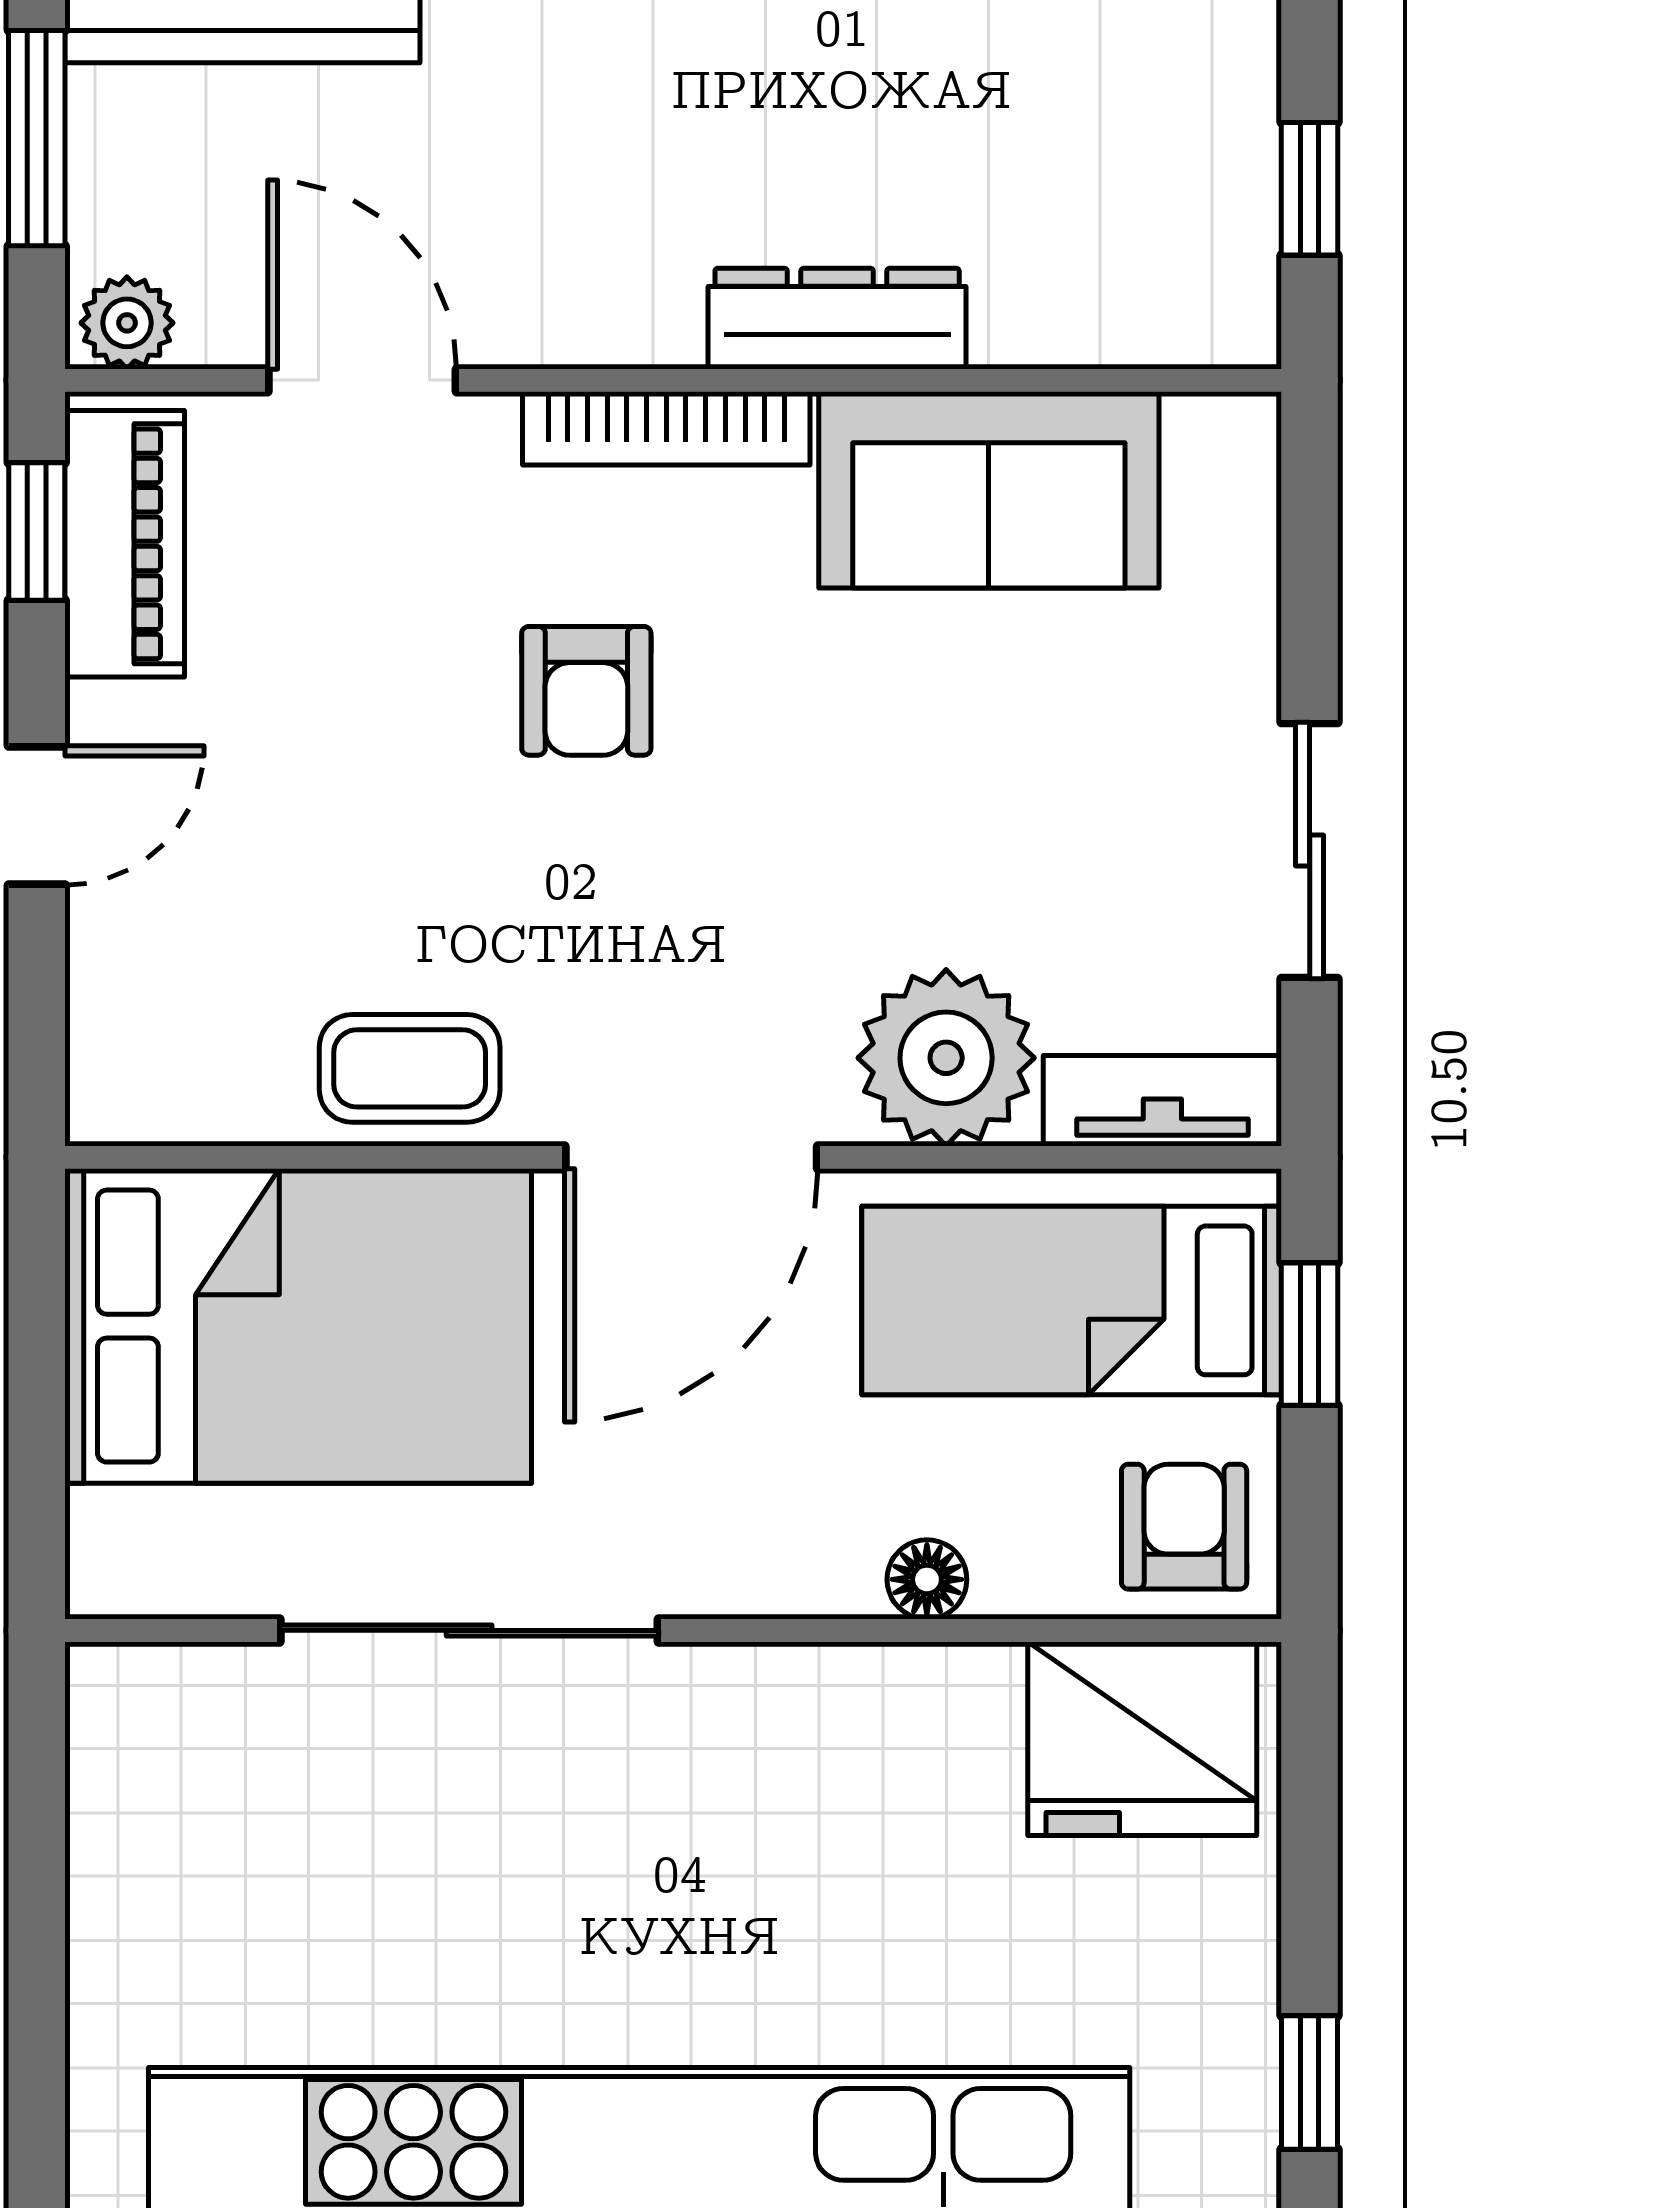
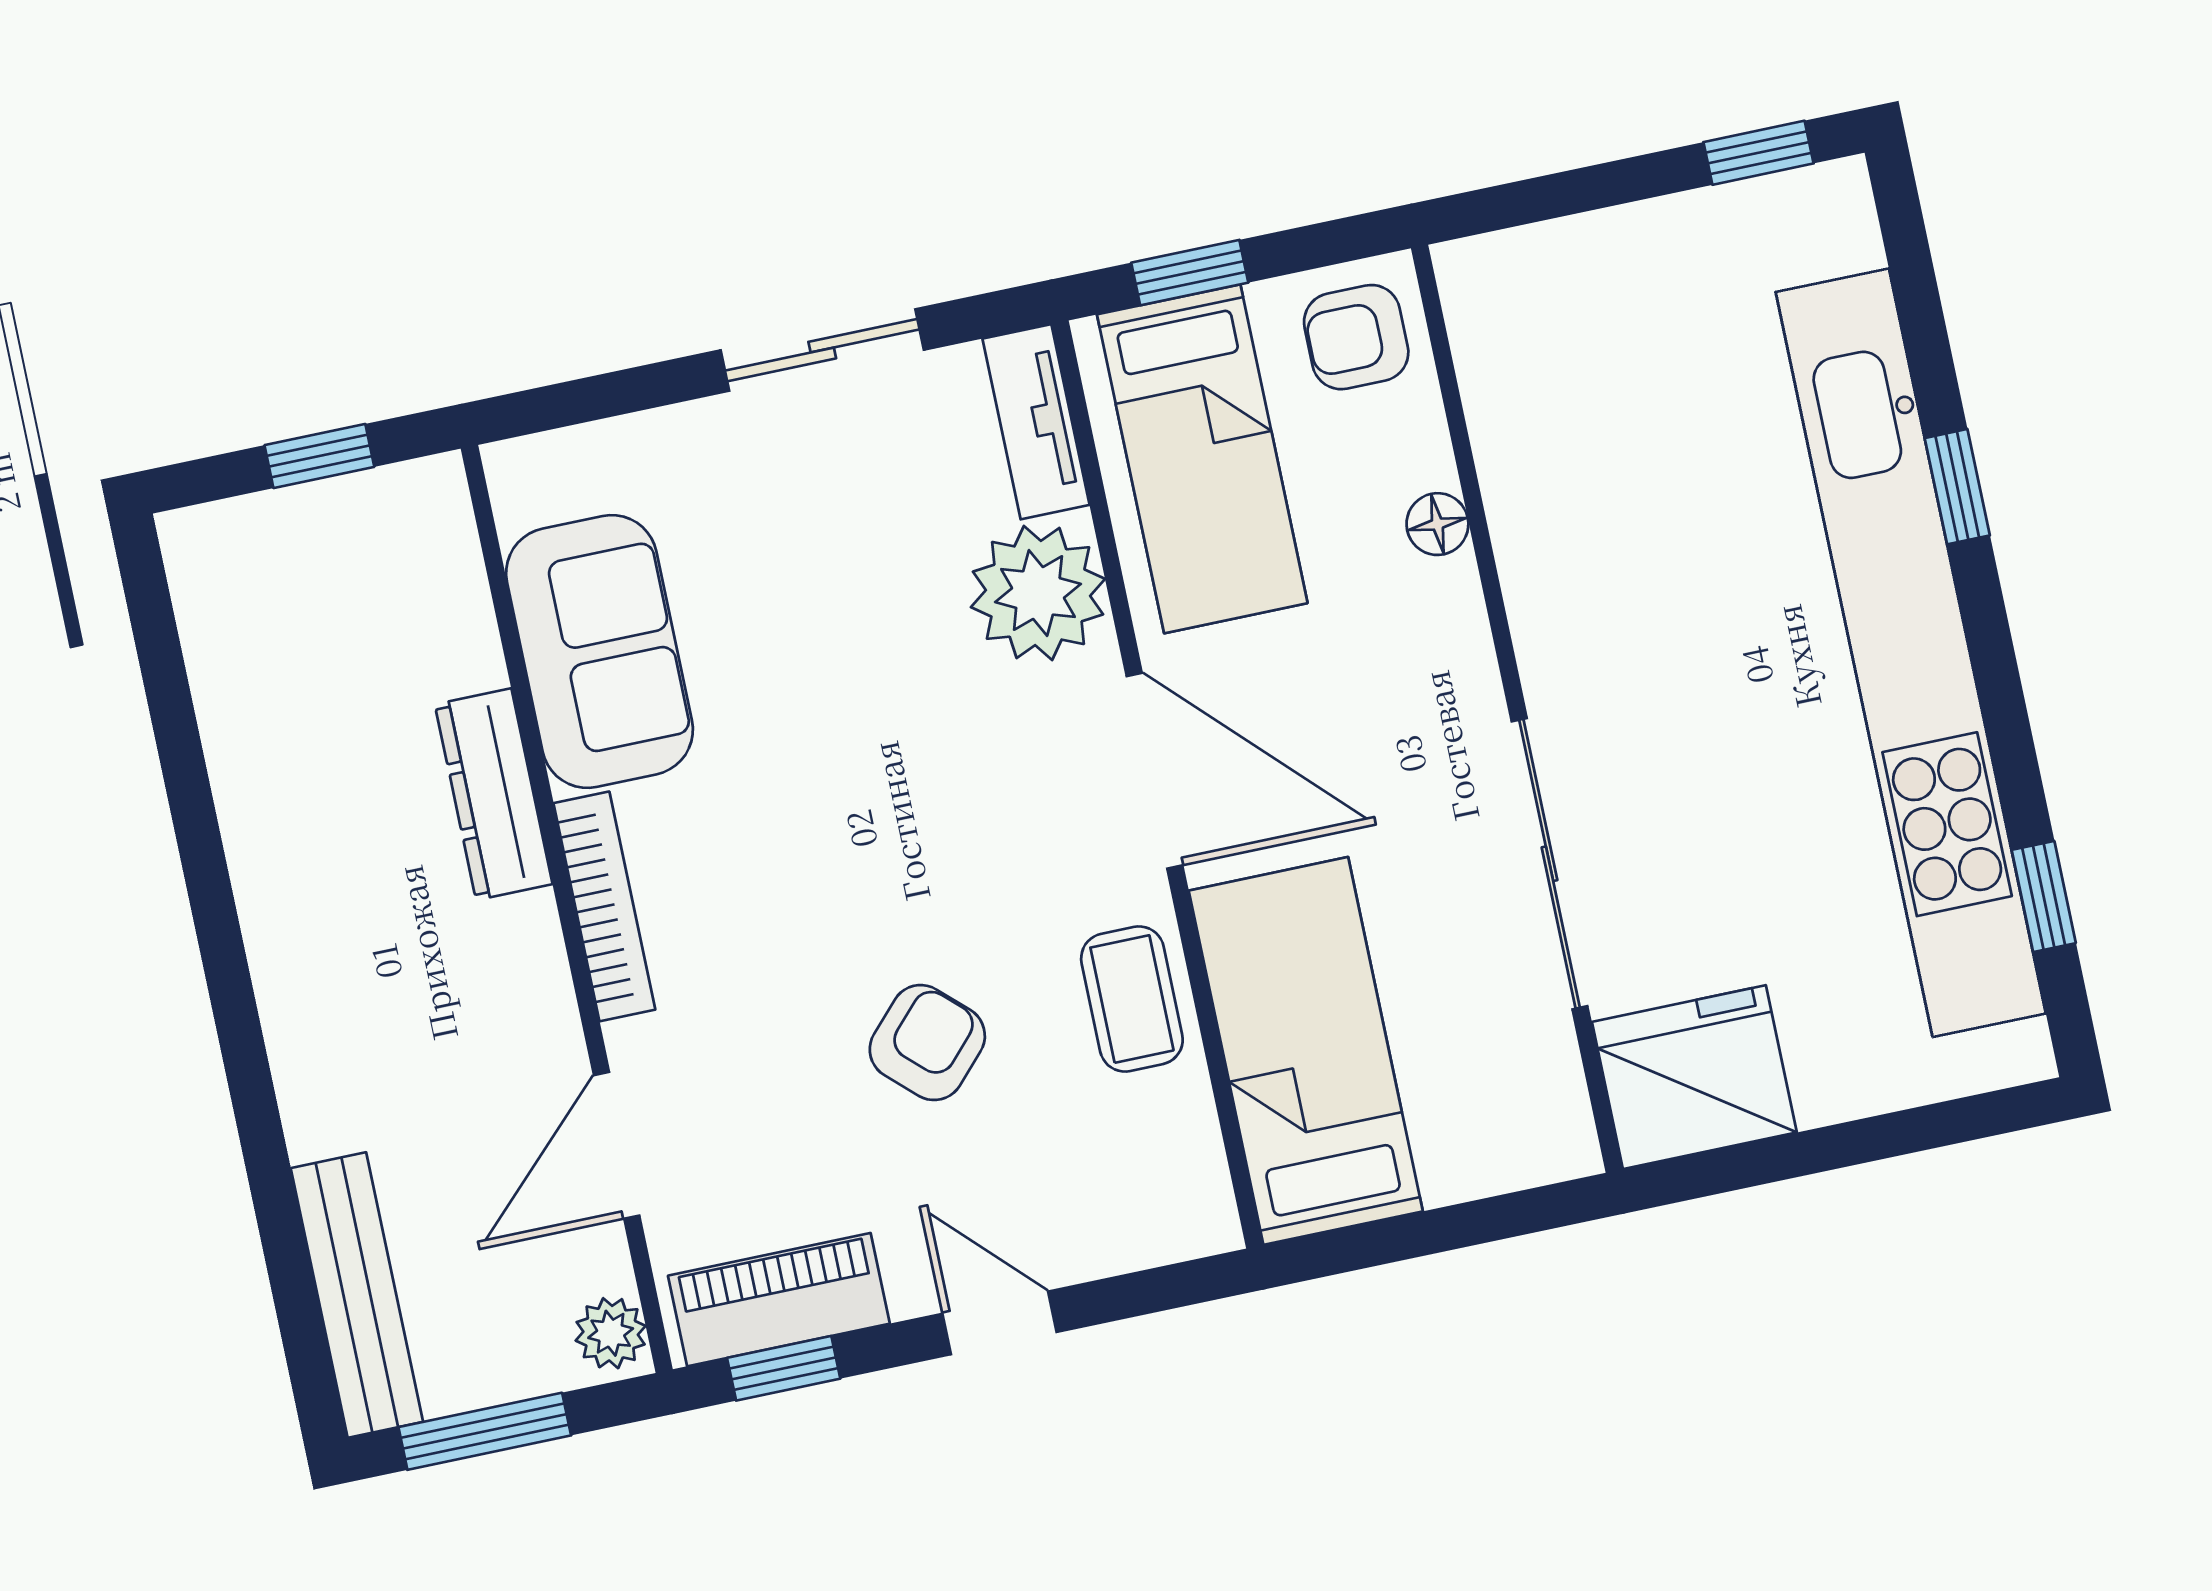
armchair: (586, 691) -> (927, 1043), moved, turned -47
bed: (298, 1326) -> (1306, 1051), width x0.67
fridge: (1142, 1739) -> (1694, 1077), moved, turned -90

